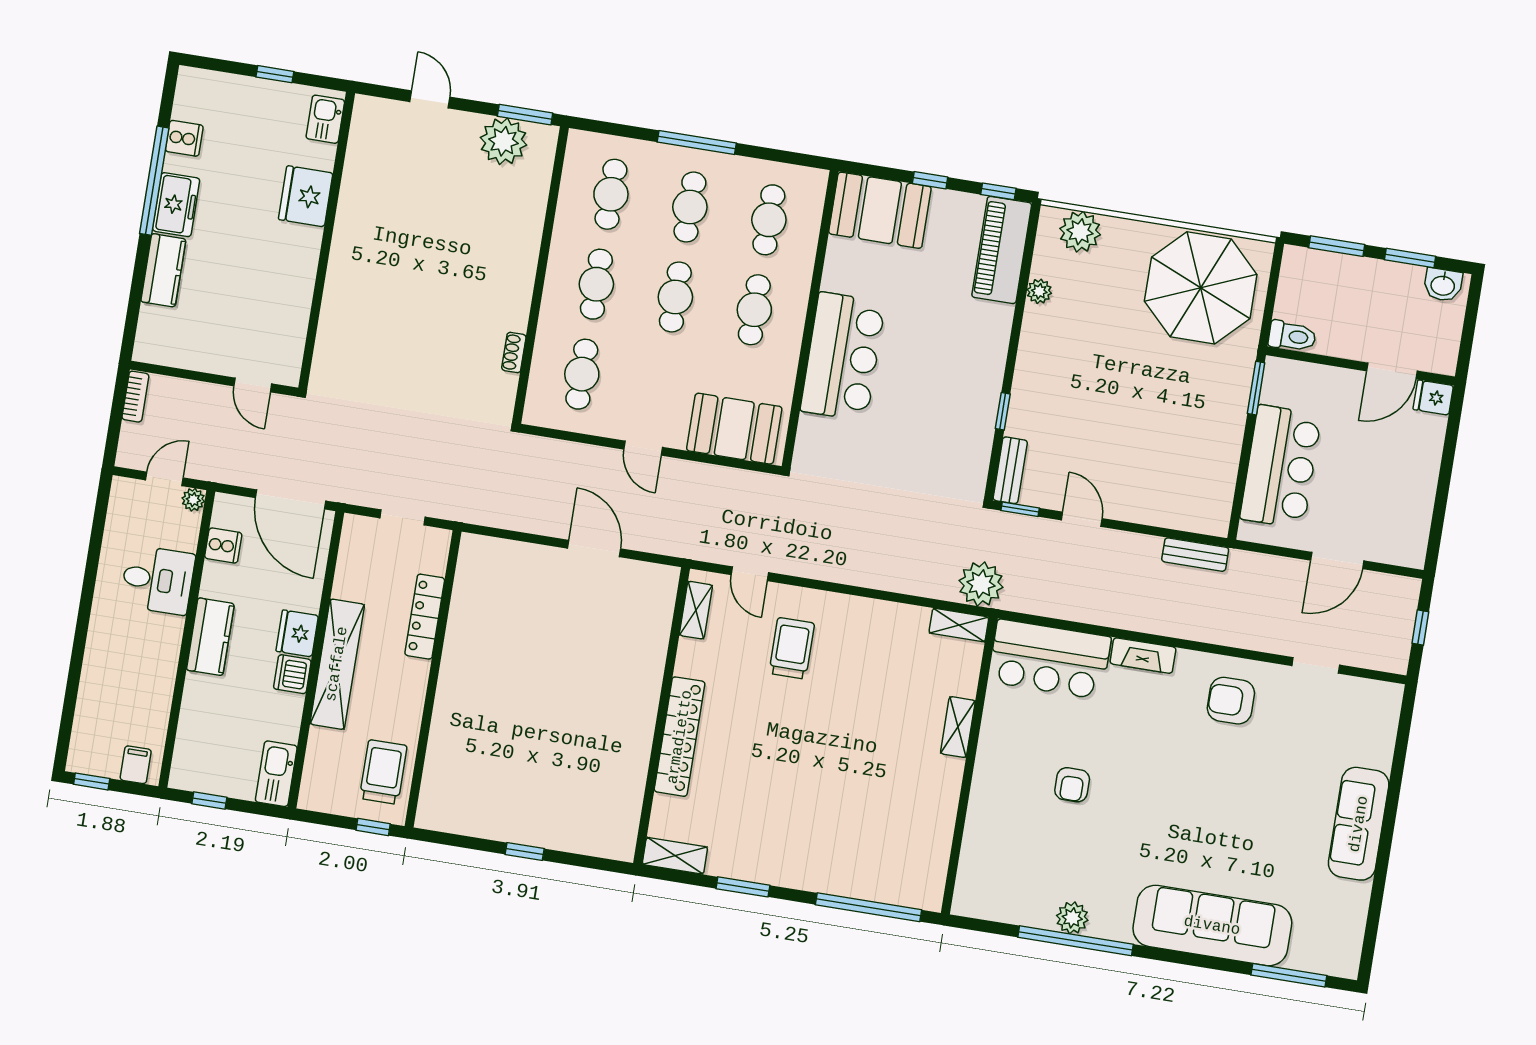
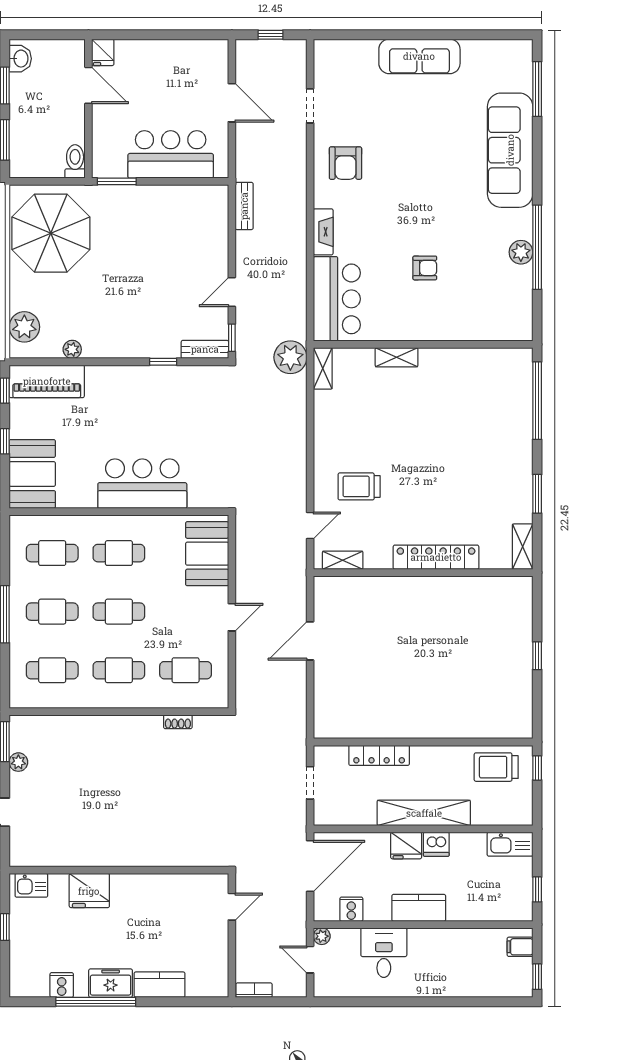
plant: (503, 141) -> (18, 762), width x0.53, depth x0.53

